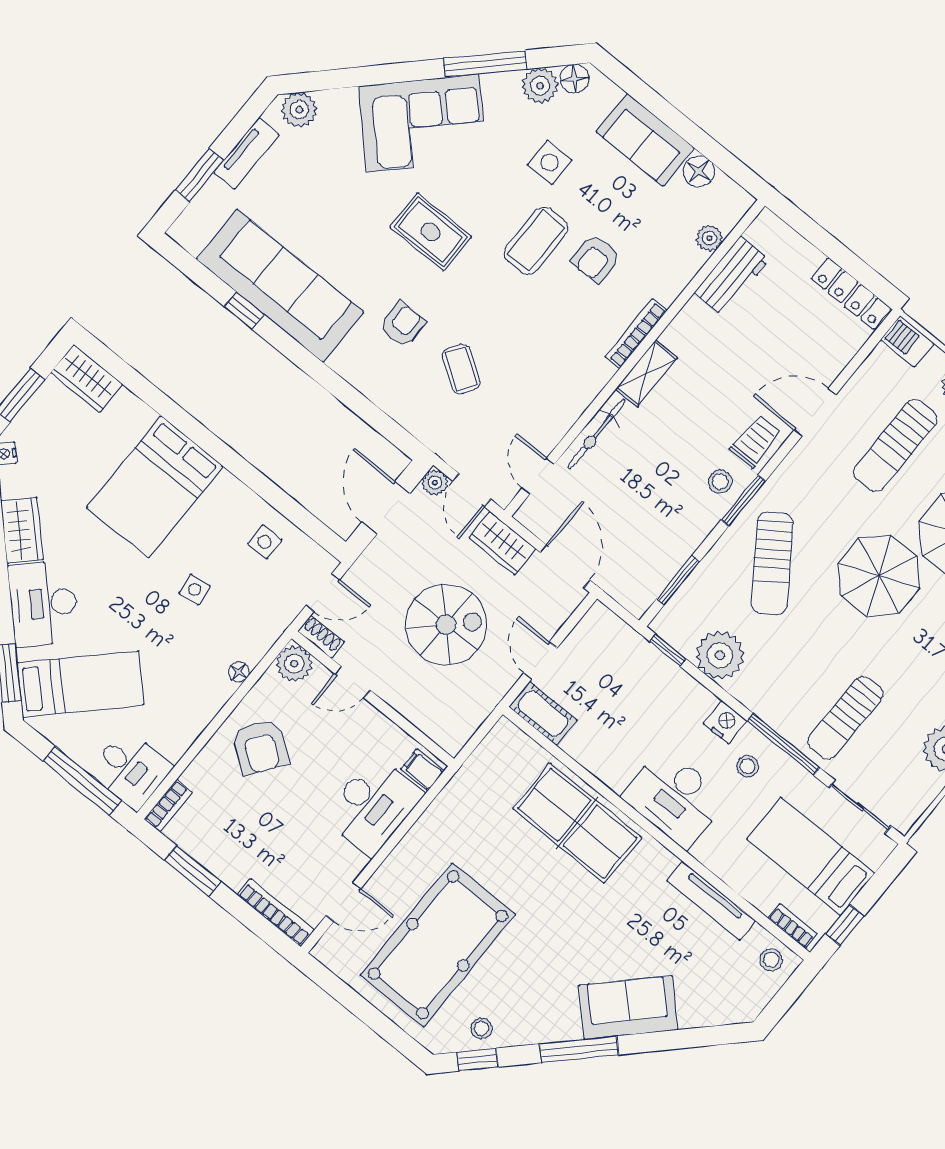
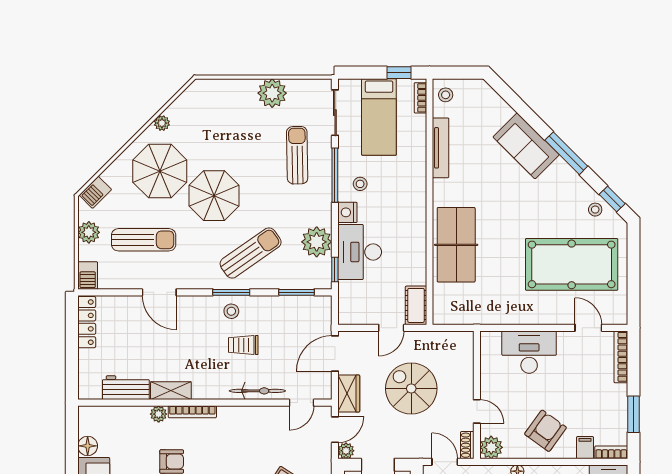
plant: (709, 238) -> (159, 414), moved
shelving: (647, 373) -> (171, 391), moved
trolley: (756, 441) -> (243, 345), moved
sun lounger: (845, 718) -> (297, 155), turned -91
filing cabinet: (422, 770) -> (585, 448), moved, turned 180
desk: (674, 798) -> (360, 252), moved, turned 180

